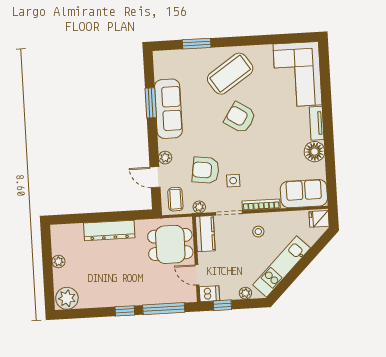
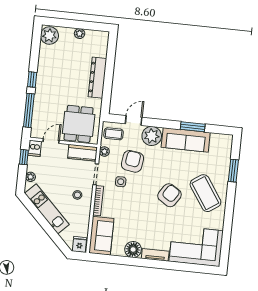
plant: (165, 158) -> (152, 136), width x1.88, depth x1.88

